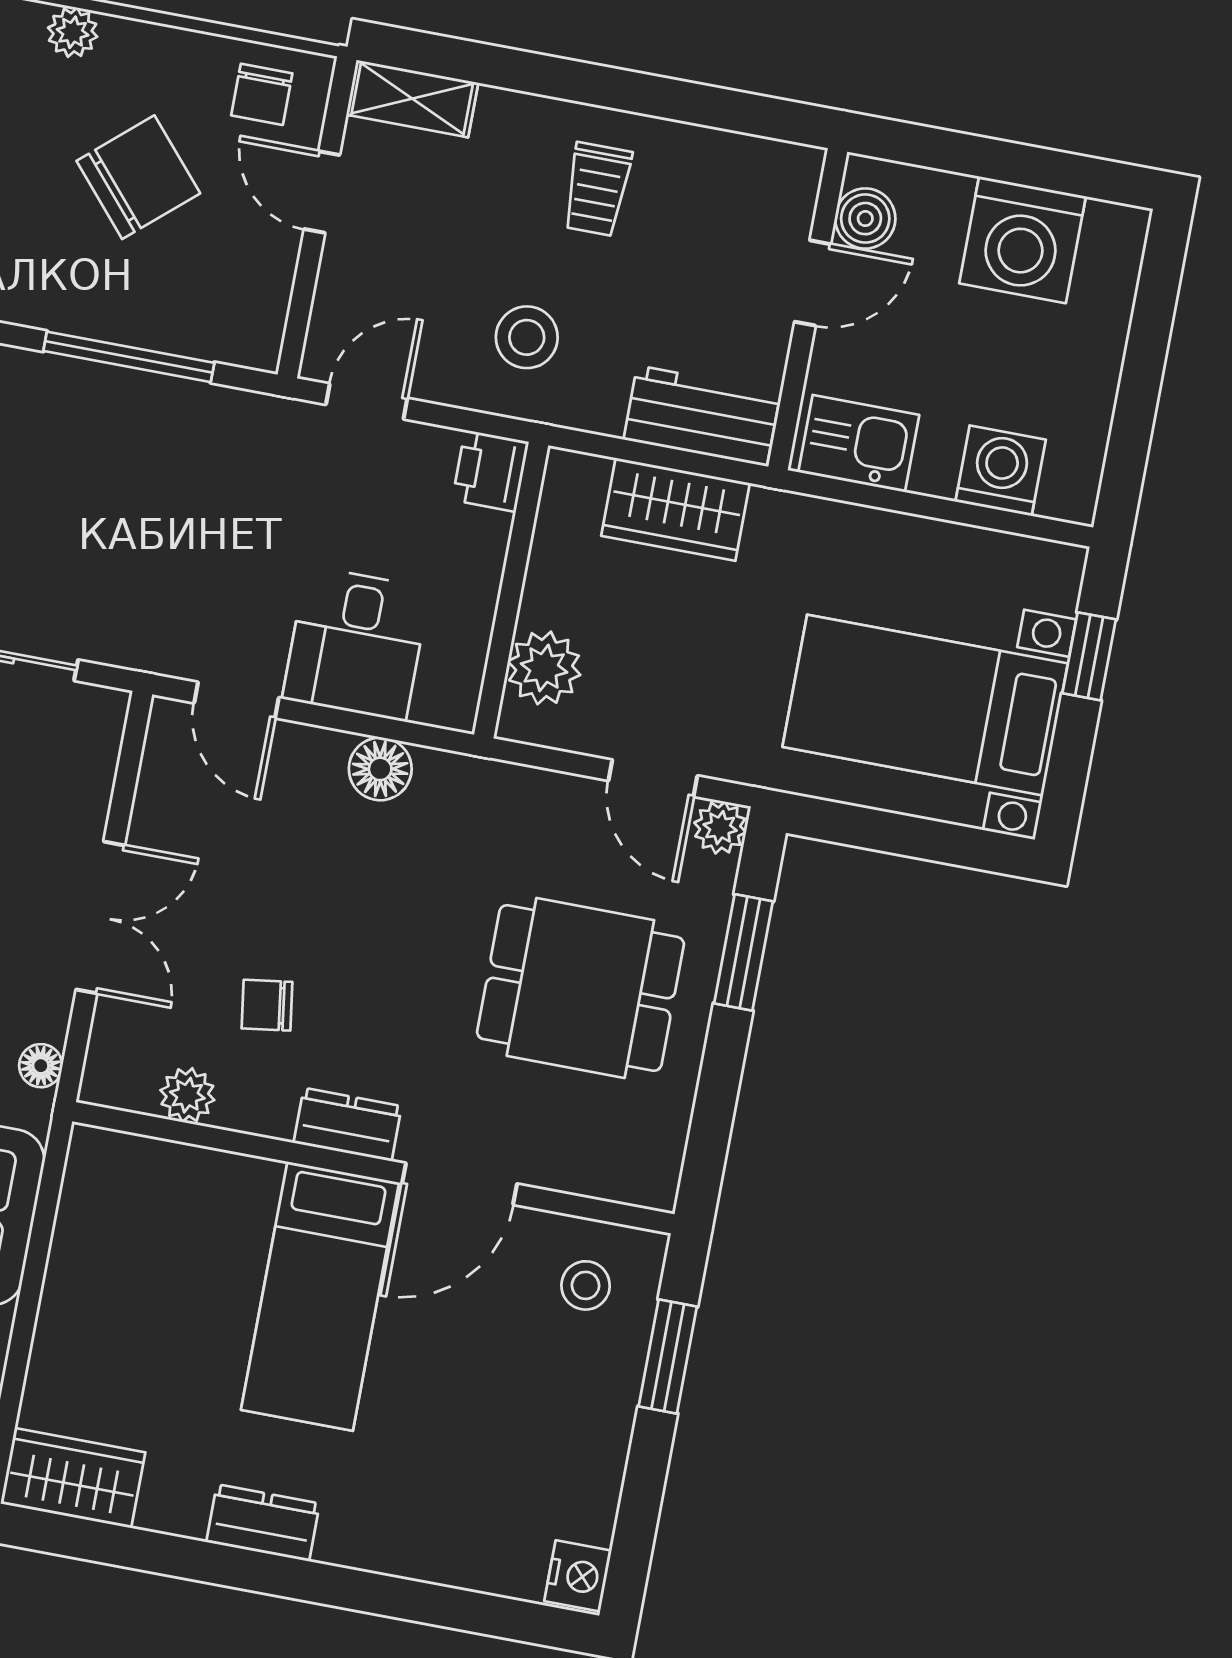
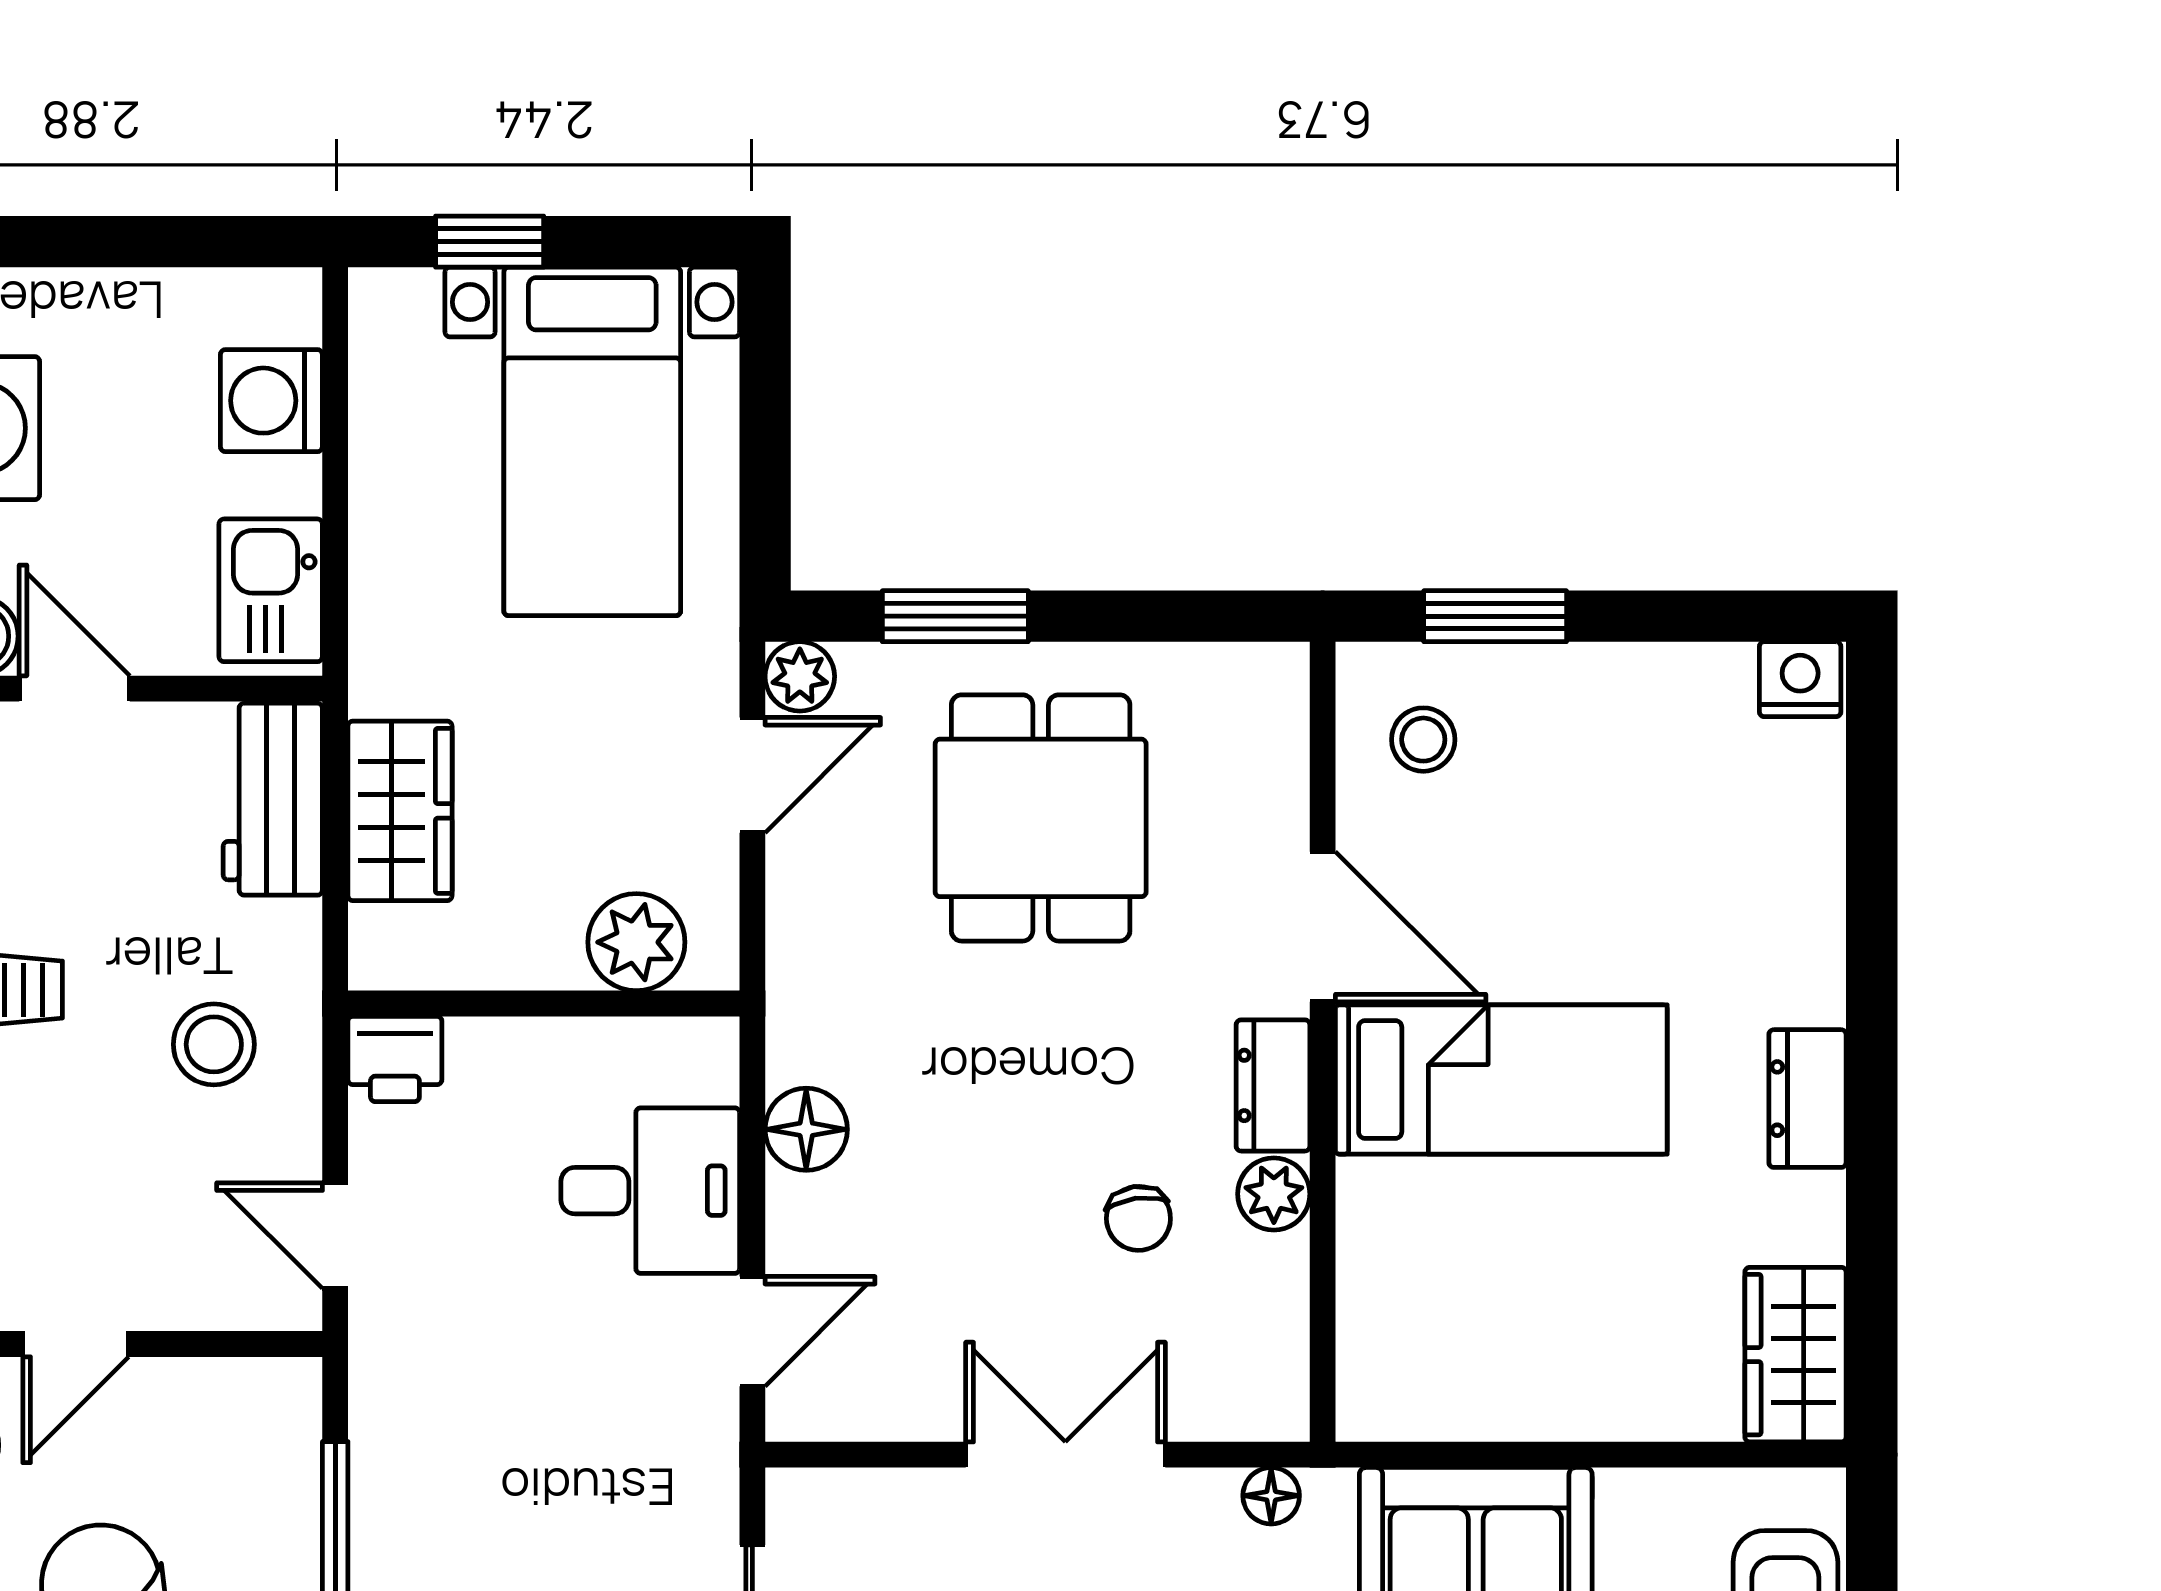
plant: (187, 1095) -> (1274, 1194), moved

